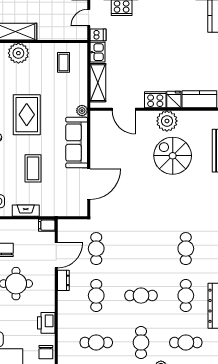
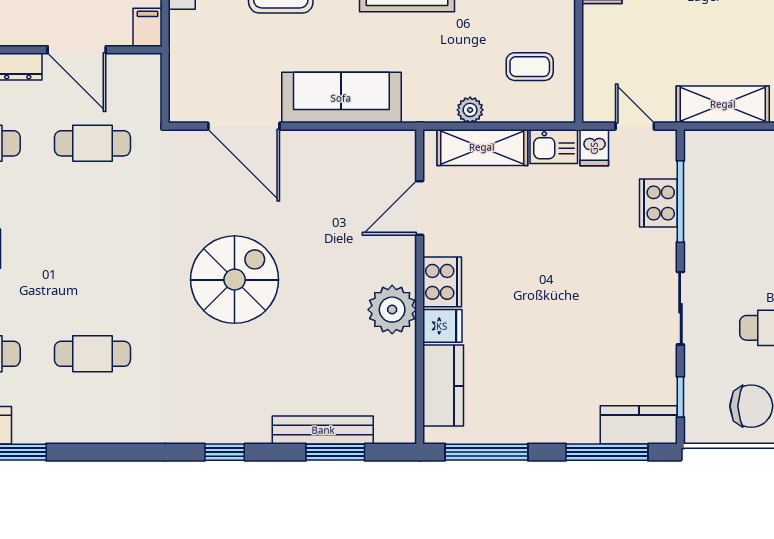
plant: (82, 111) -> (470, 110), moved
spiral stairs: (173, 156) -> (235, 280), moved

